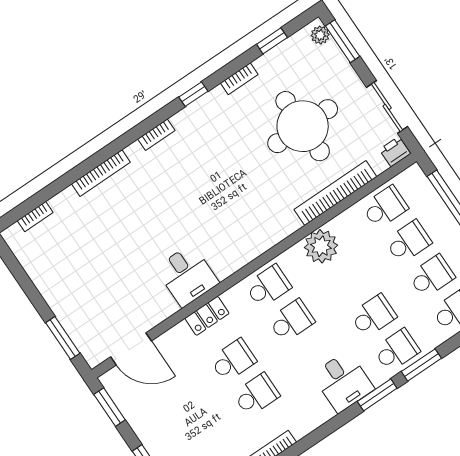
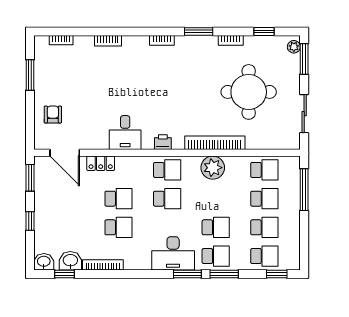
window: (193, 94) -> (199, 32), width x1.50
printer: (395, 152) -> (163, 142), moved
bookcase: (101, 173) -> (108, 41), width x0.64
bookcase: (335, 193) -> (215, 143), moved
armchair: (86, 313) -> (53, 115), added
locker: (207, 316) -> (101, 163), moved
window: (63, 338) -> (30, 75), moved
desk: (343, 382) -> (173, 253), width x1.37

